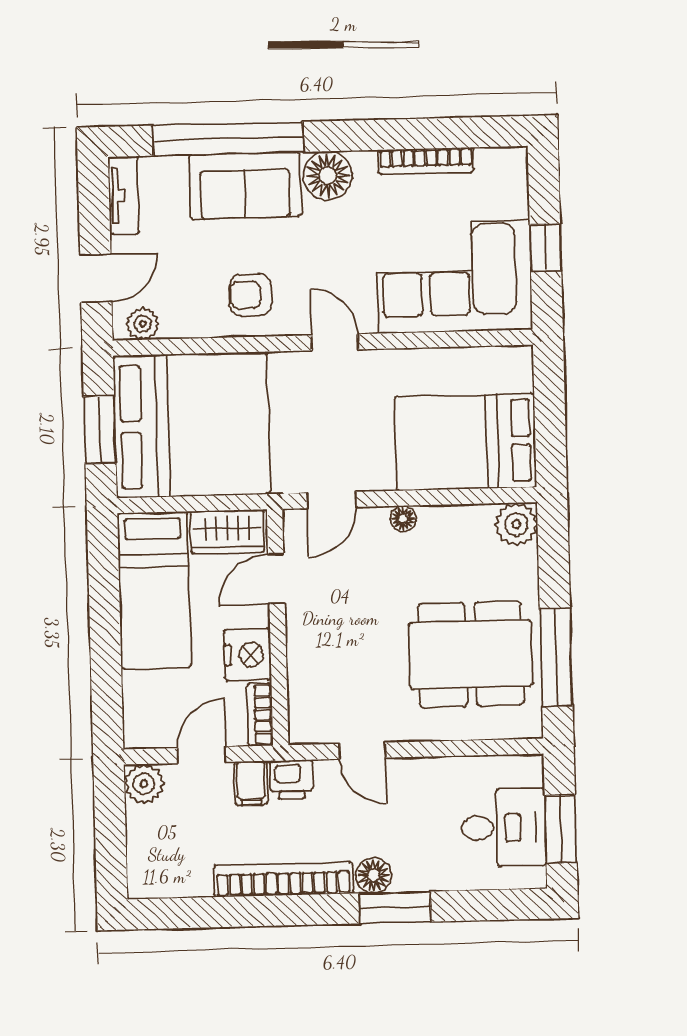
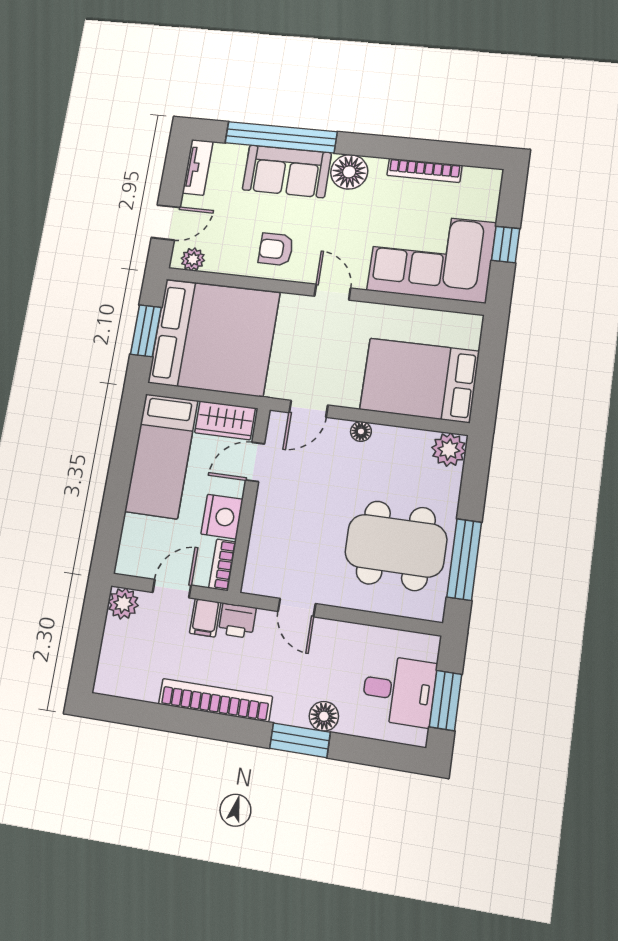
floor lamp: (374, 875) -> (324, 716), moved

